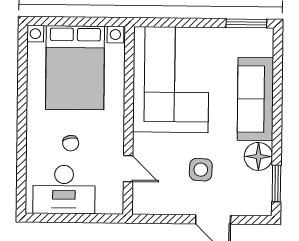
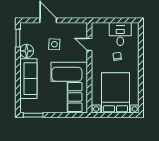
desk: (64, 190) -> (120, 34), width x0.73

